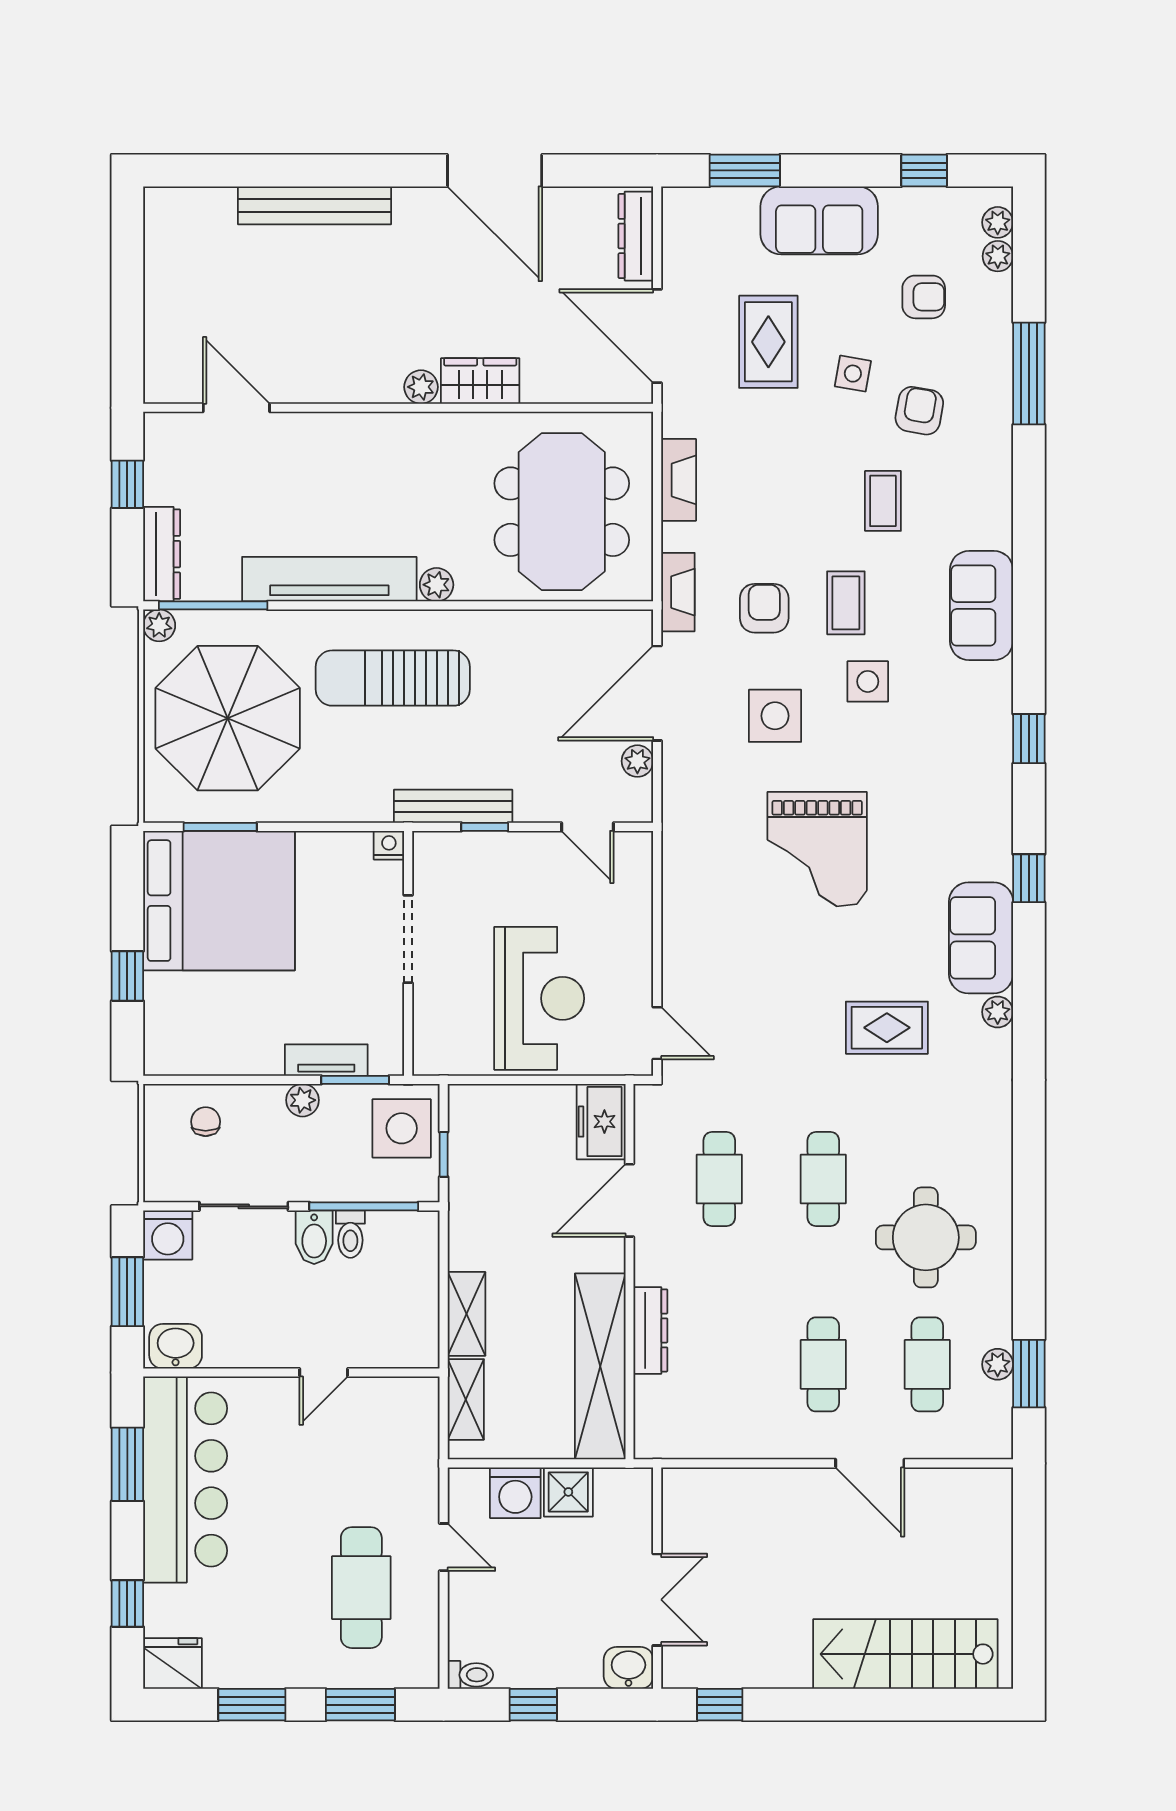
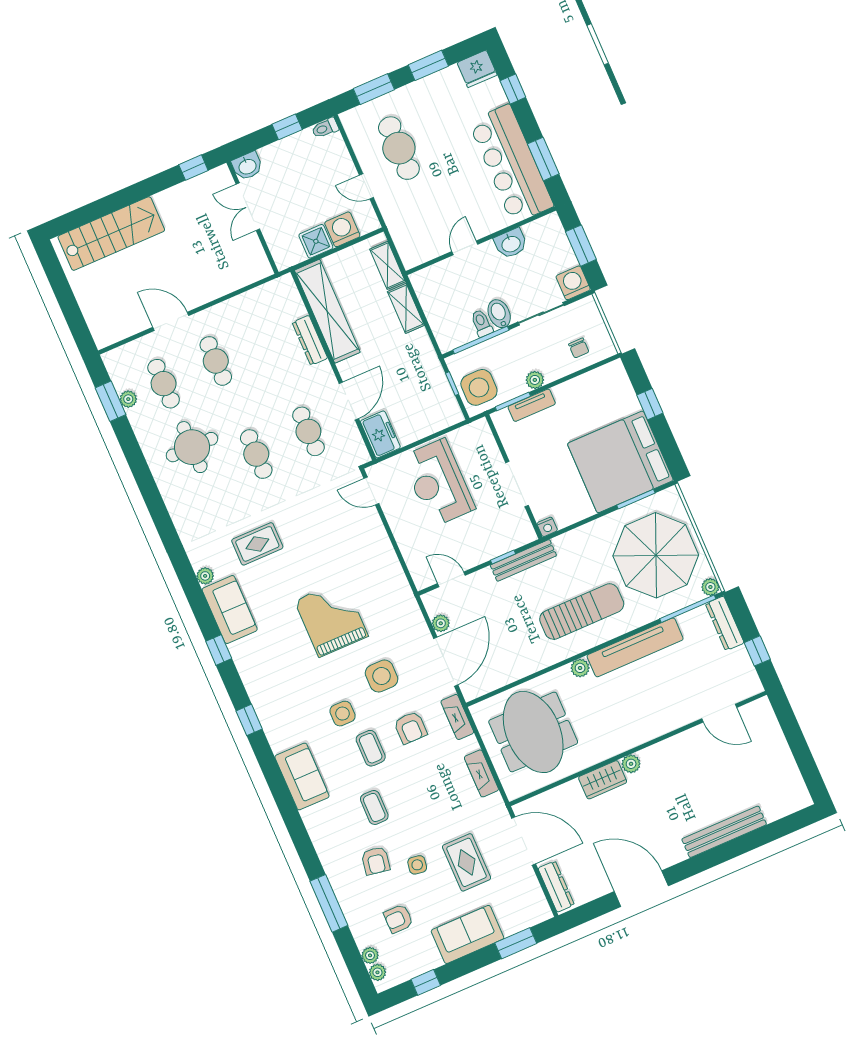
washbasin: (176, 1346) -> (511, 244), moved

